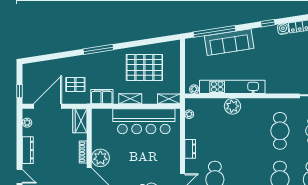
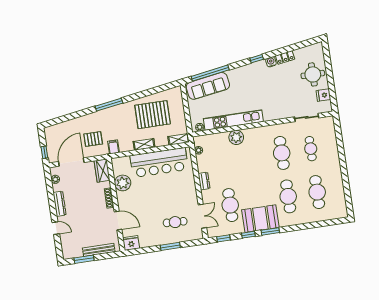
sofa: (229, 42) -> (208, 86), moved
filing cabinet: (102, 97) -> (114, 147), width x0.50
plant: (100, 158) -> (123, 183), moved

